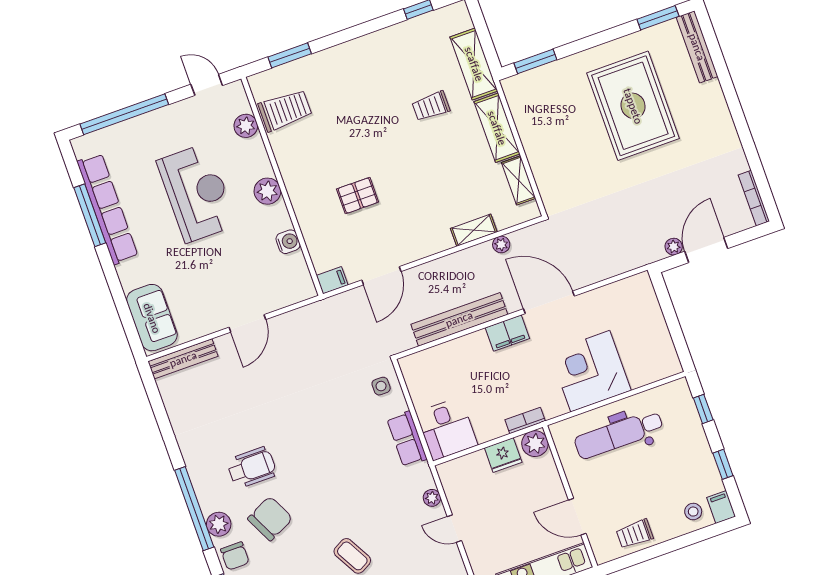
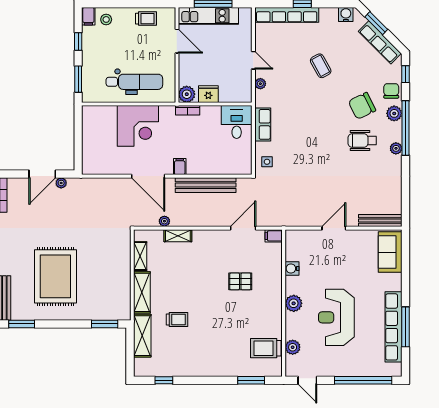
filing cabinet: (507, 333) -> (180, 167), width x0.50
window: (703, 409) -> (78, 79), width x1.50
plant: (198, 474) -> (396, 148), added

